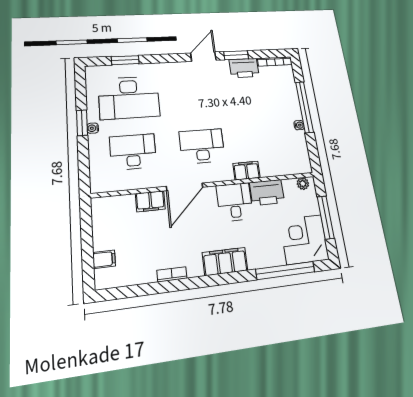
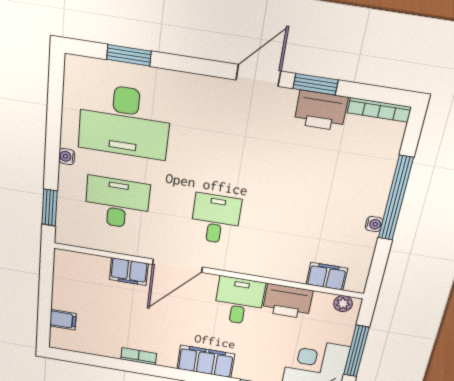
window: (82, 123) -> (50, 208), moved
desk: (202, 146) -> (216, 219), width x0.73
filing cabinet: (246, 171) -> (327, 276), moved

